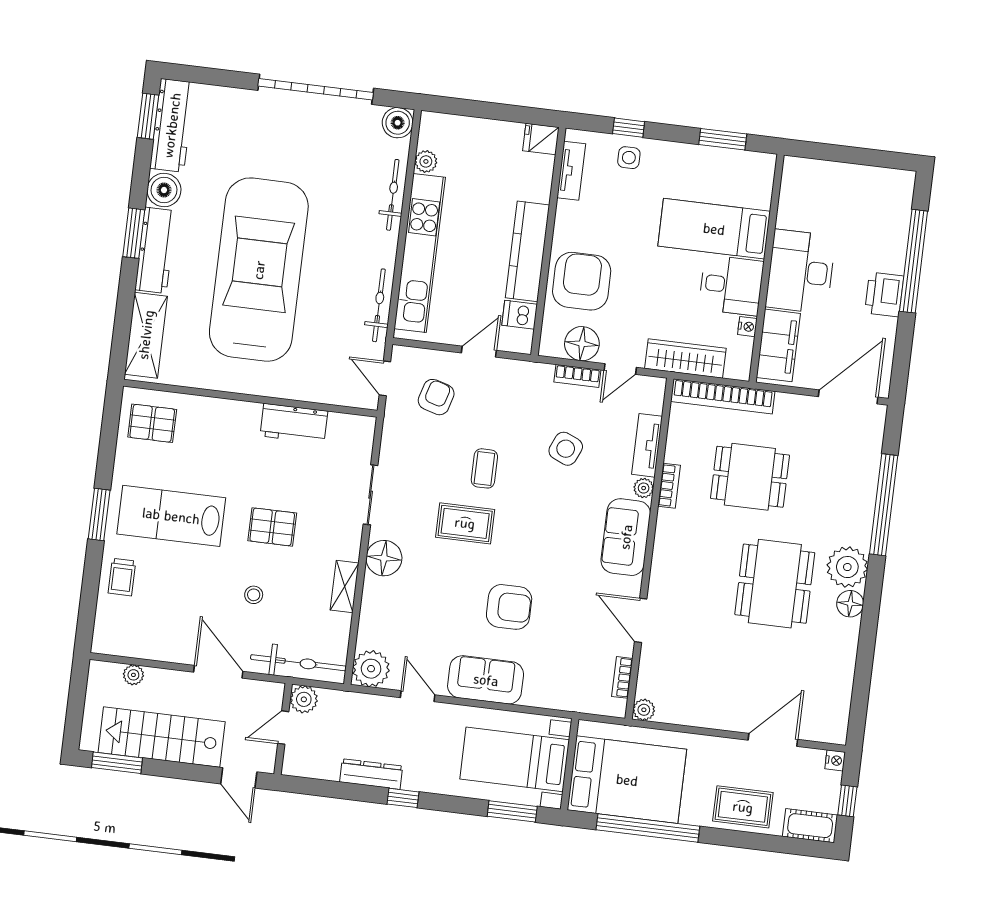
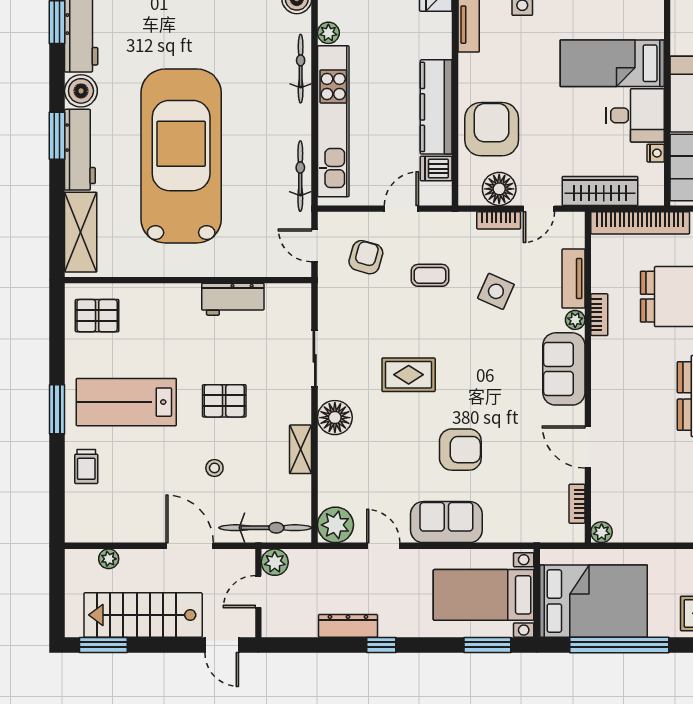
coffee table: (484, 468) -> (430, 275), moved, turned 90

